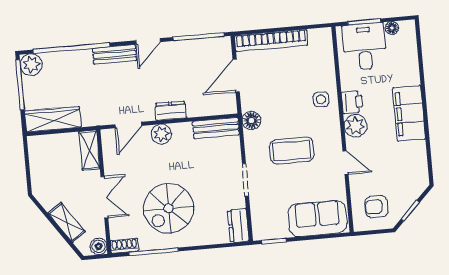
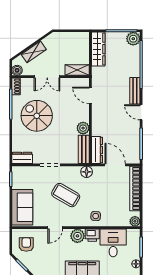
plant: (324, 36) -> (135, 221), added
desk: (364, 47) -> (113, 243), moved, turned -90
dresser: (171, 111) -> (97, 150), moved, width x1.44
plant: (161, 134) -> (83, 128), moved
coffee table: (292, 151) -> (66, 195), turned -60

